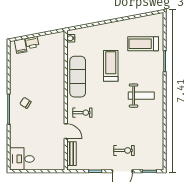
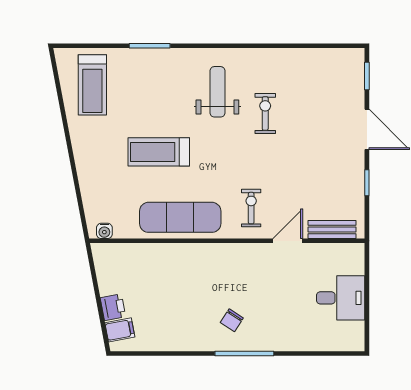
treadmill: (143, 44) -> (92, 85), moved
exercise bike: (124, 150) -> (265, 113), moved
desk: (22, 159) -> (341, 298), moved, turned -90

